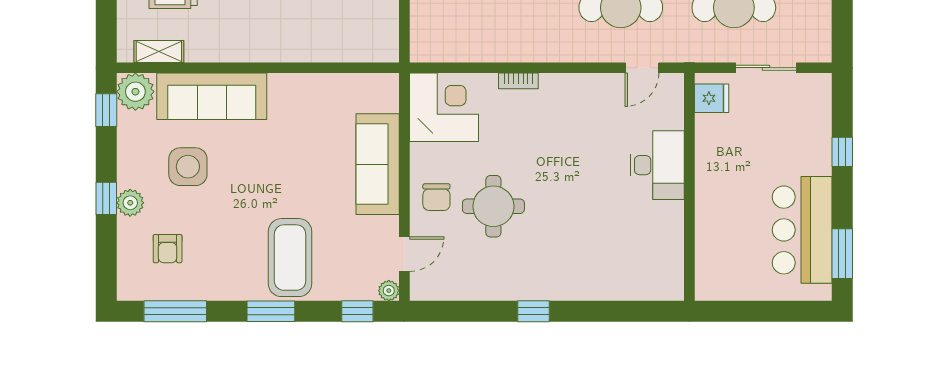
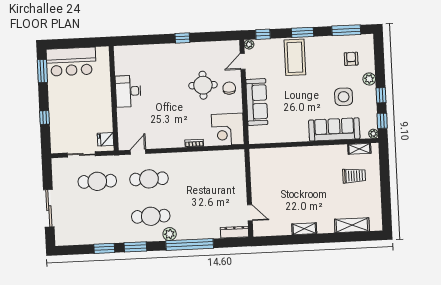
plant: (135, 92) -> (373, 134), width x0.53, depth x0.53
desk: (657, 165) -> (128, 91), moved
window: (106, 198) -> (381, 95), moved
bar counter: (802, 230) -> (71, 62), moved, turned 90

